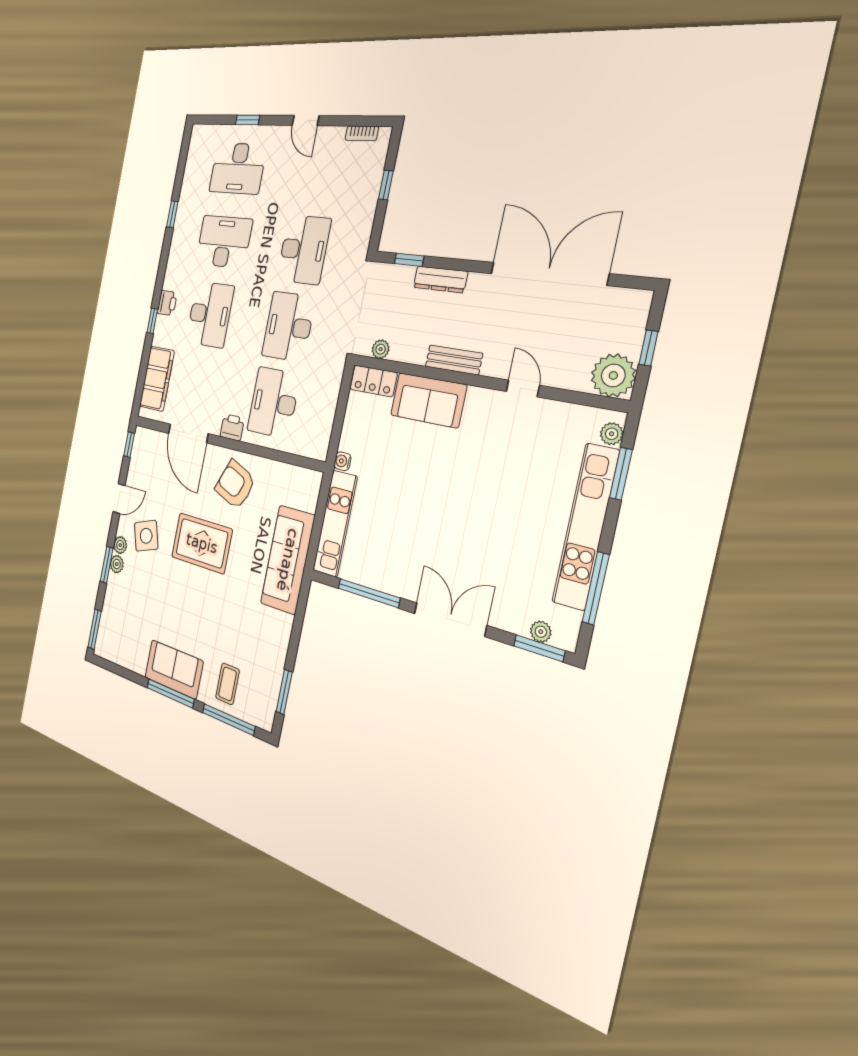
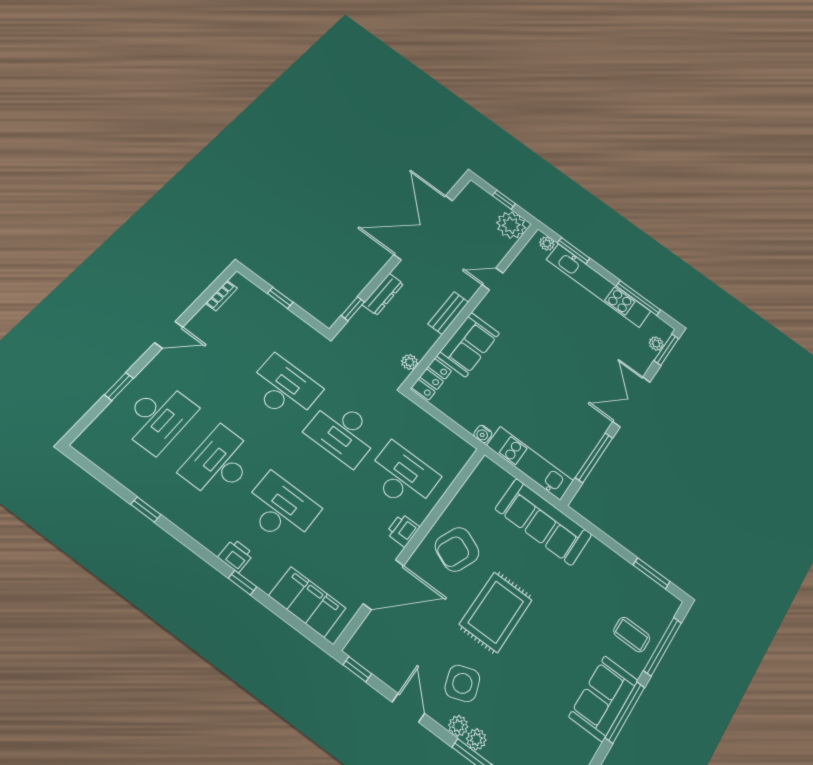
desk: (274, 403) -> (402, 477), turned 180

